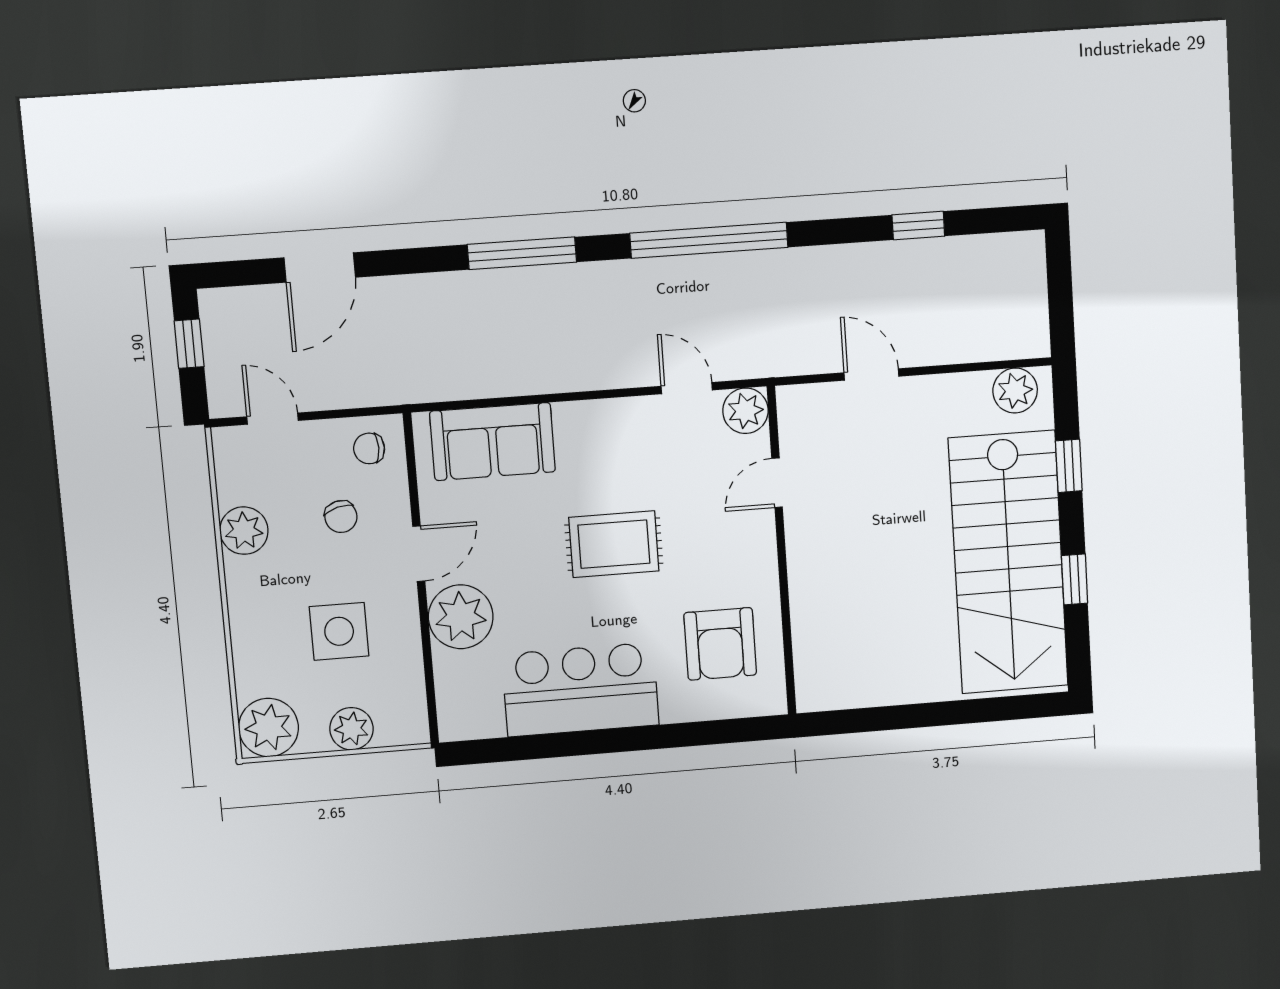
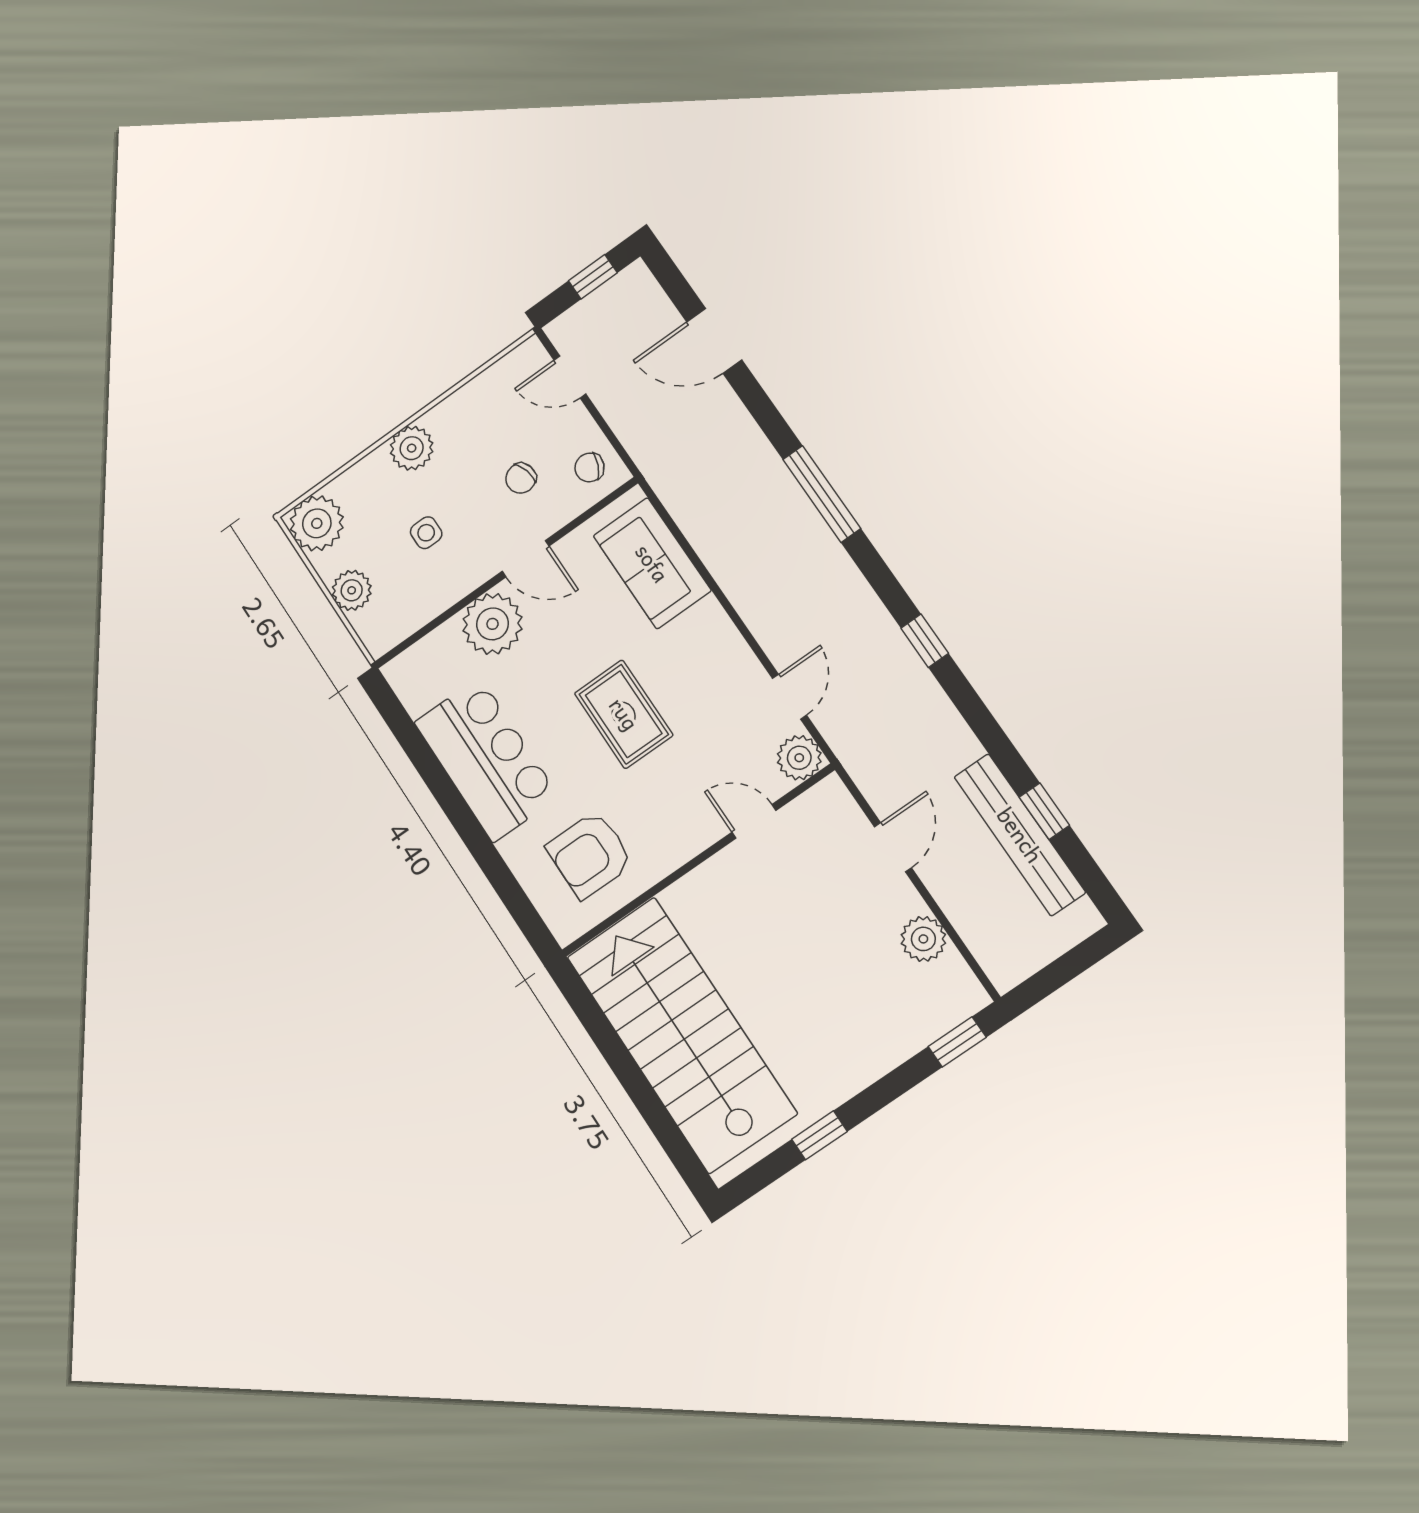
window: (709, 240) -> (925, 641), width x0.32
bench: (925, 259) -> (1020, 835), added
plant: (1015, 391) -> (923, 939), moved
door: (272, 419) -> (570, 377), swing flipped
chair: (369, 448) -> (589, 467), turned -67
window: (1069, 466) -> (957, 1042), moved
plant: (244, 531) -> (412, 448), moved
stairs: (1008, 562) -> (681, 1035), moved, turned 90
side table: (339, 631) -> (426, 533), width x0.54, depth x0.54

